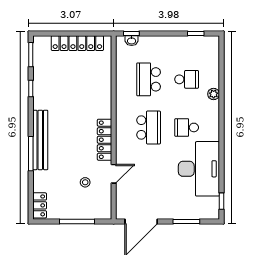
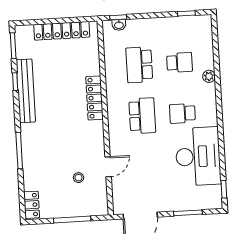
bench: (40, 140) -> (26, 91), moved
locker: (105, 140) -> (94, 98), moved

